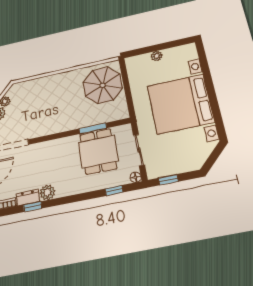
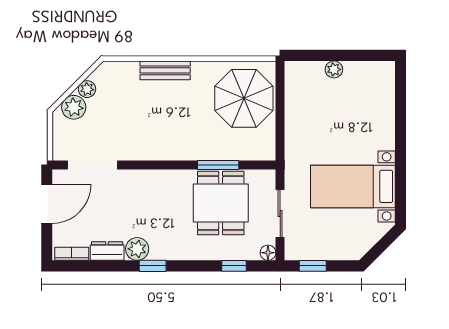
bench: (51, 80) -> (165, 70), added
bed with nightstands: (180, 104) -> (353, 186), width x0.54
window: (33, 207) -> (153, 266), moved

